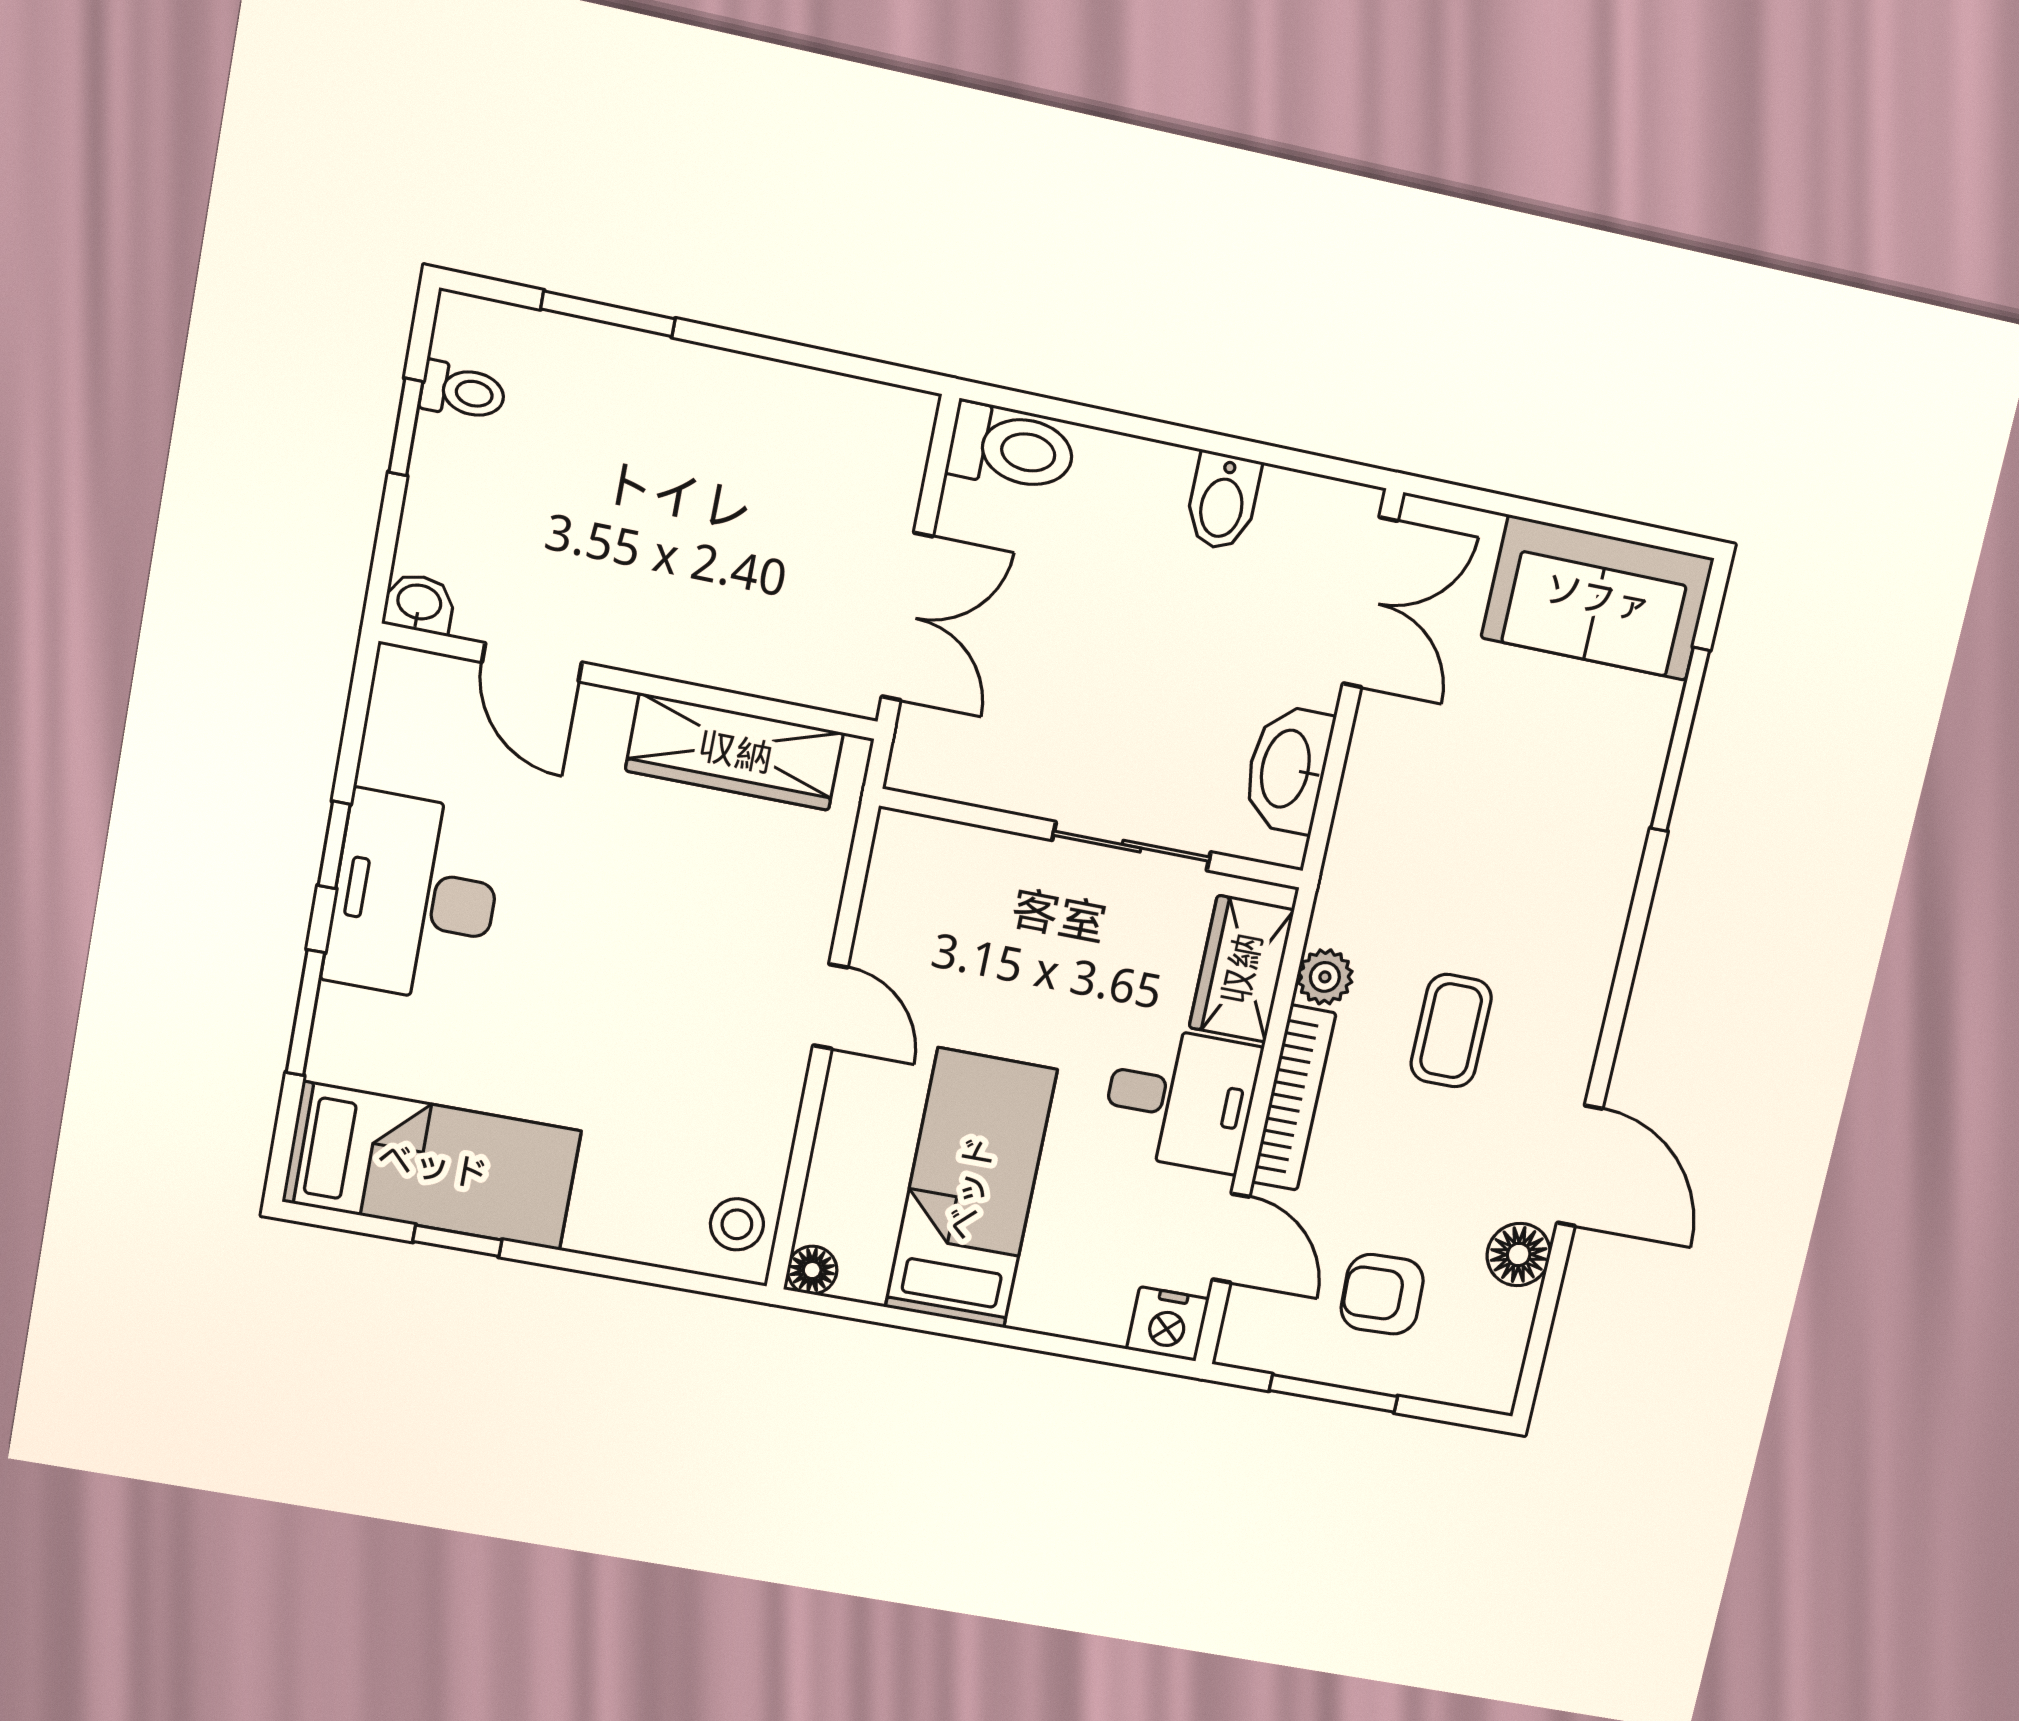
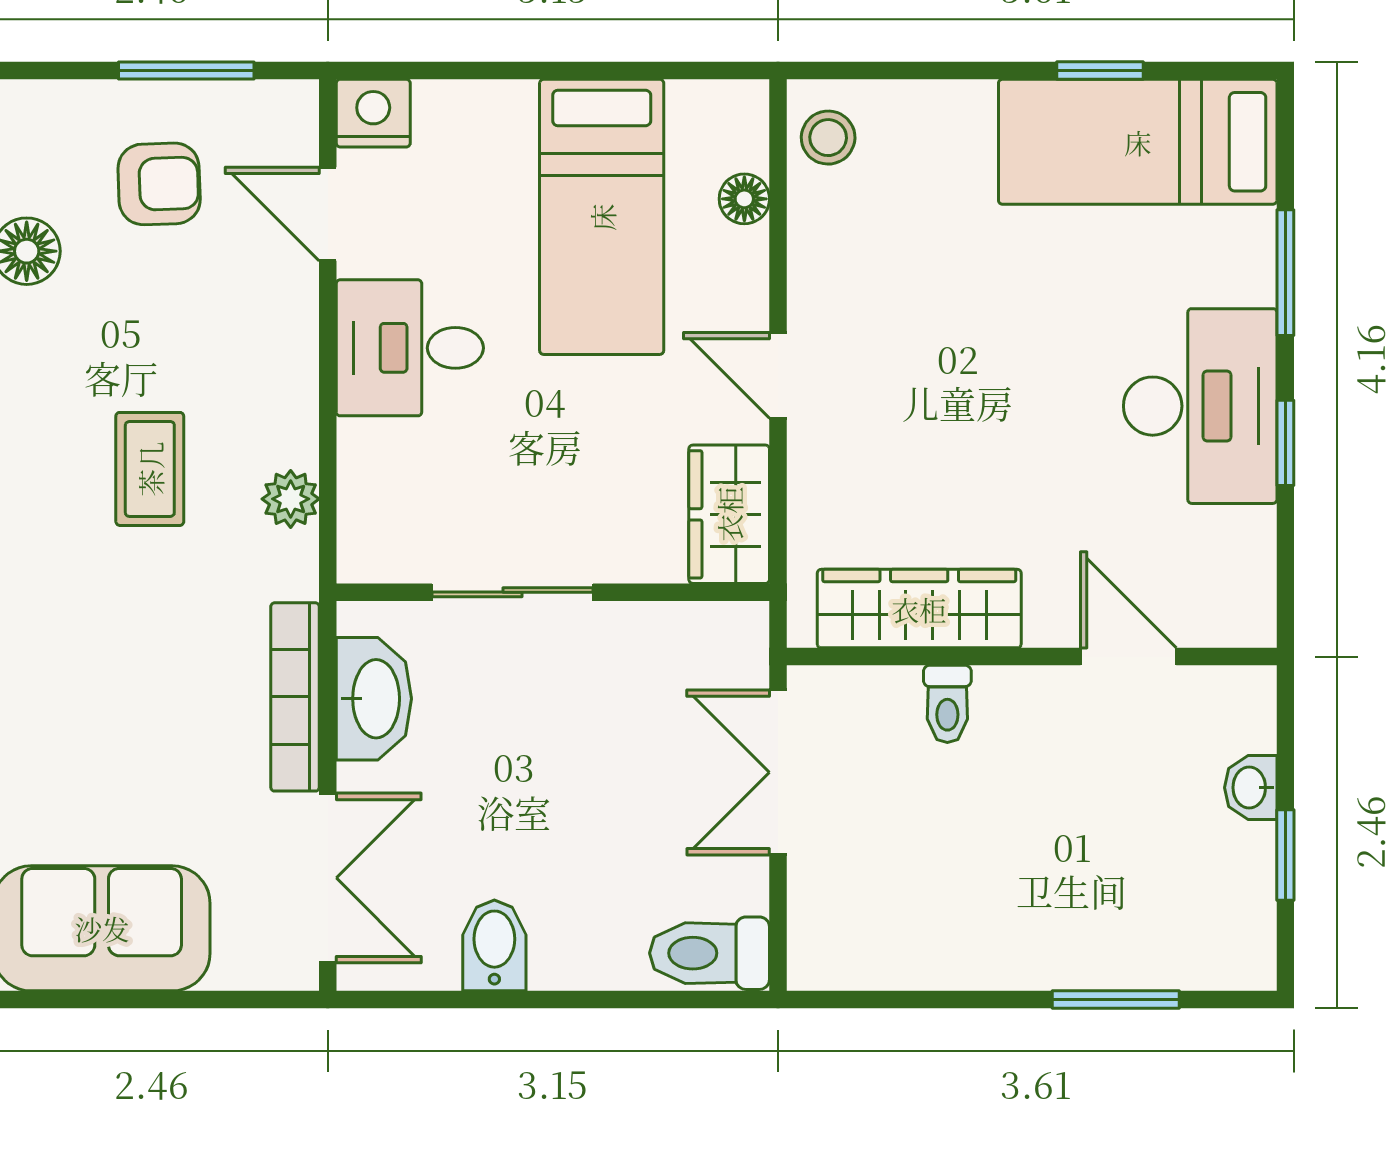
toilet: (463, 391) -> (947, 704), moved, turned -90
double door: (1370, 602) -> (328, 878), swing flipped
washbasin: (419, 604) -> (1251, 788), moved, turned 90
wardrobe: (1242, 969) -> (729, 514), moved, turned 180
bookcase: (1294, 1098) -> (295, 697), moved
floor lamp: (812, 1270) -> (744, 199), moved

